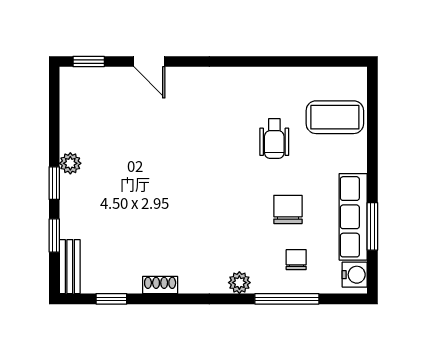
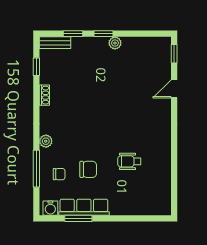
coffee table: (335, 117) -> (142, 197), removed

